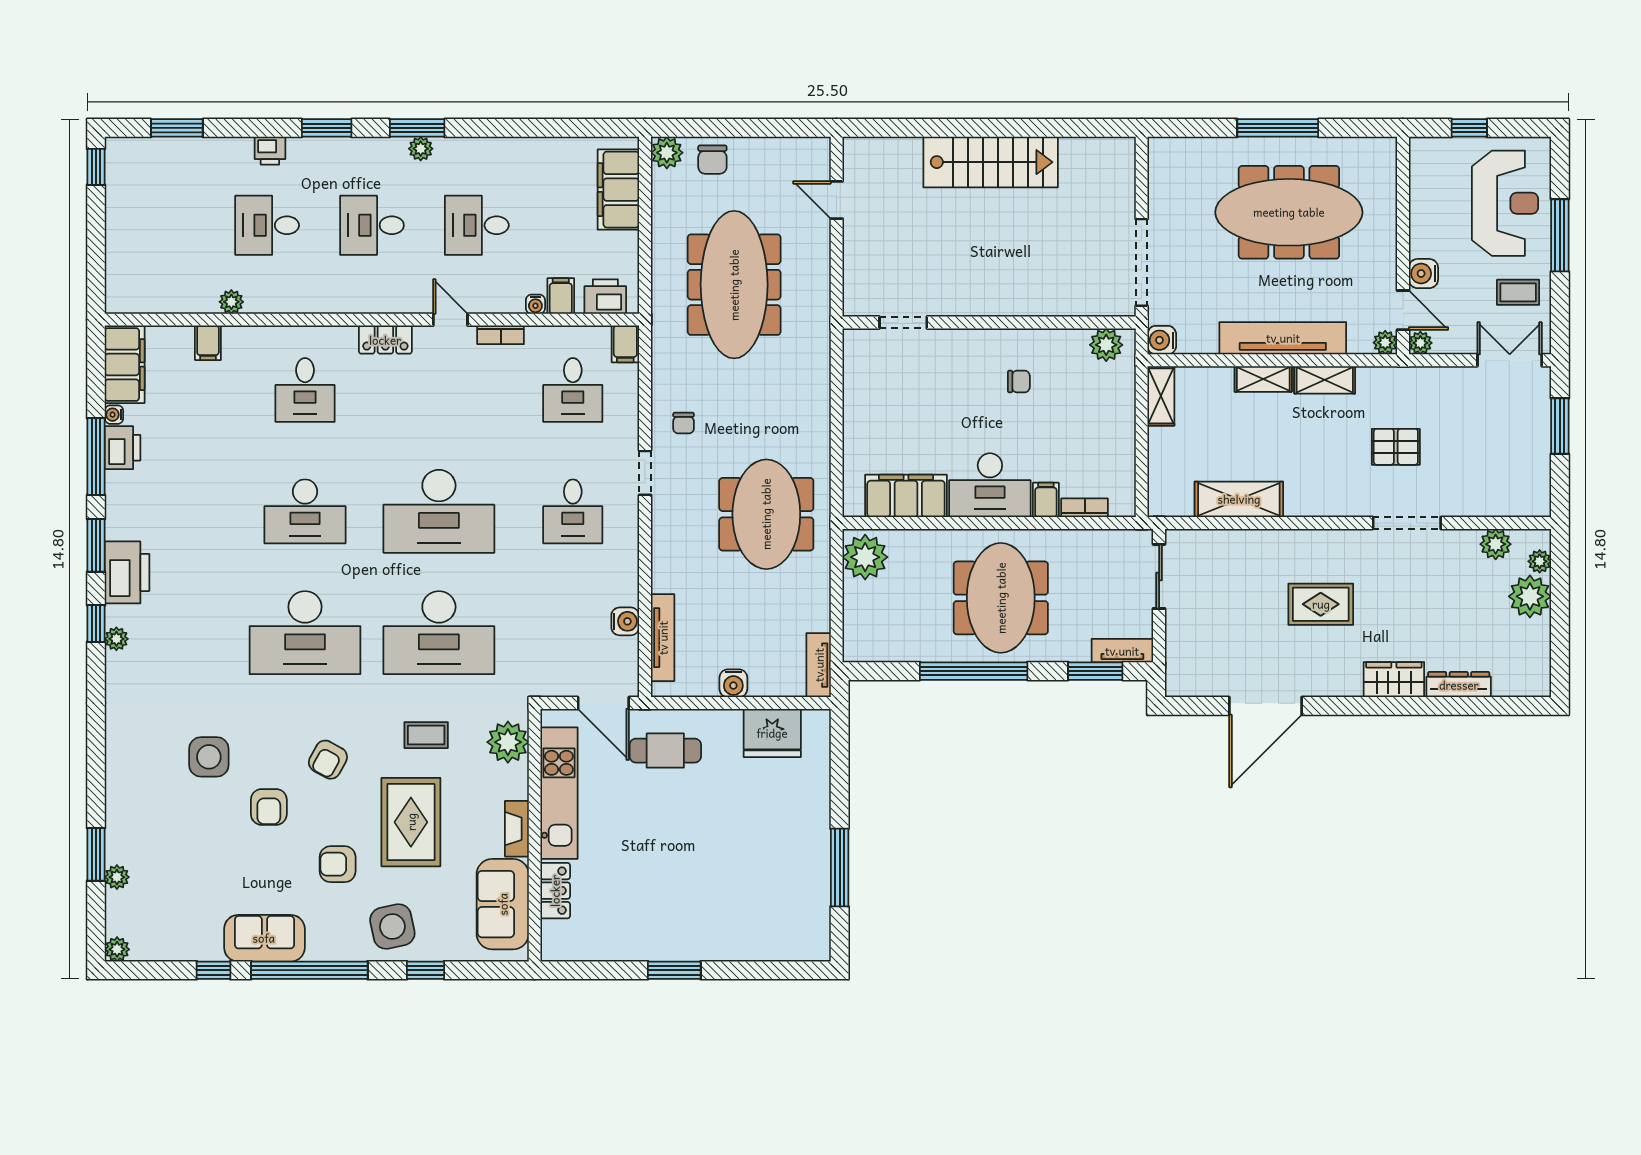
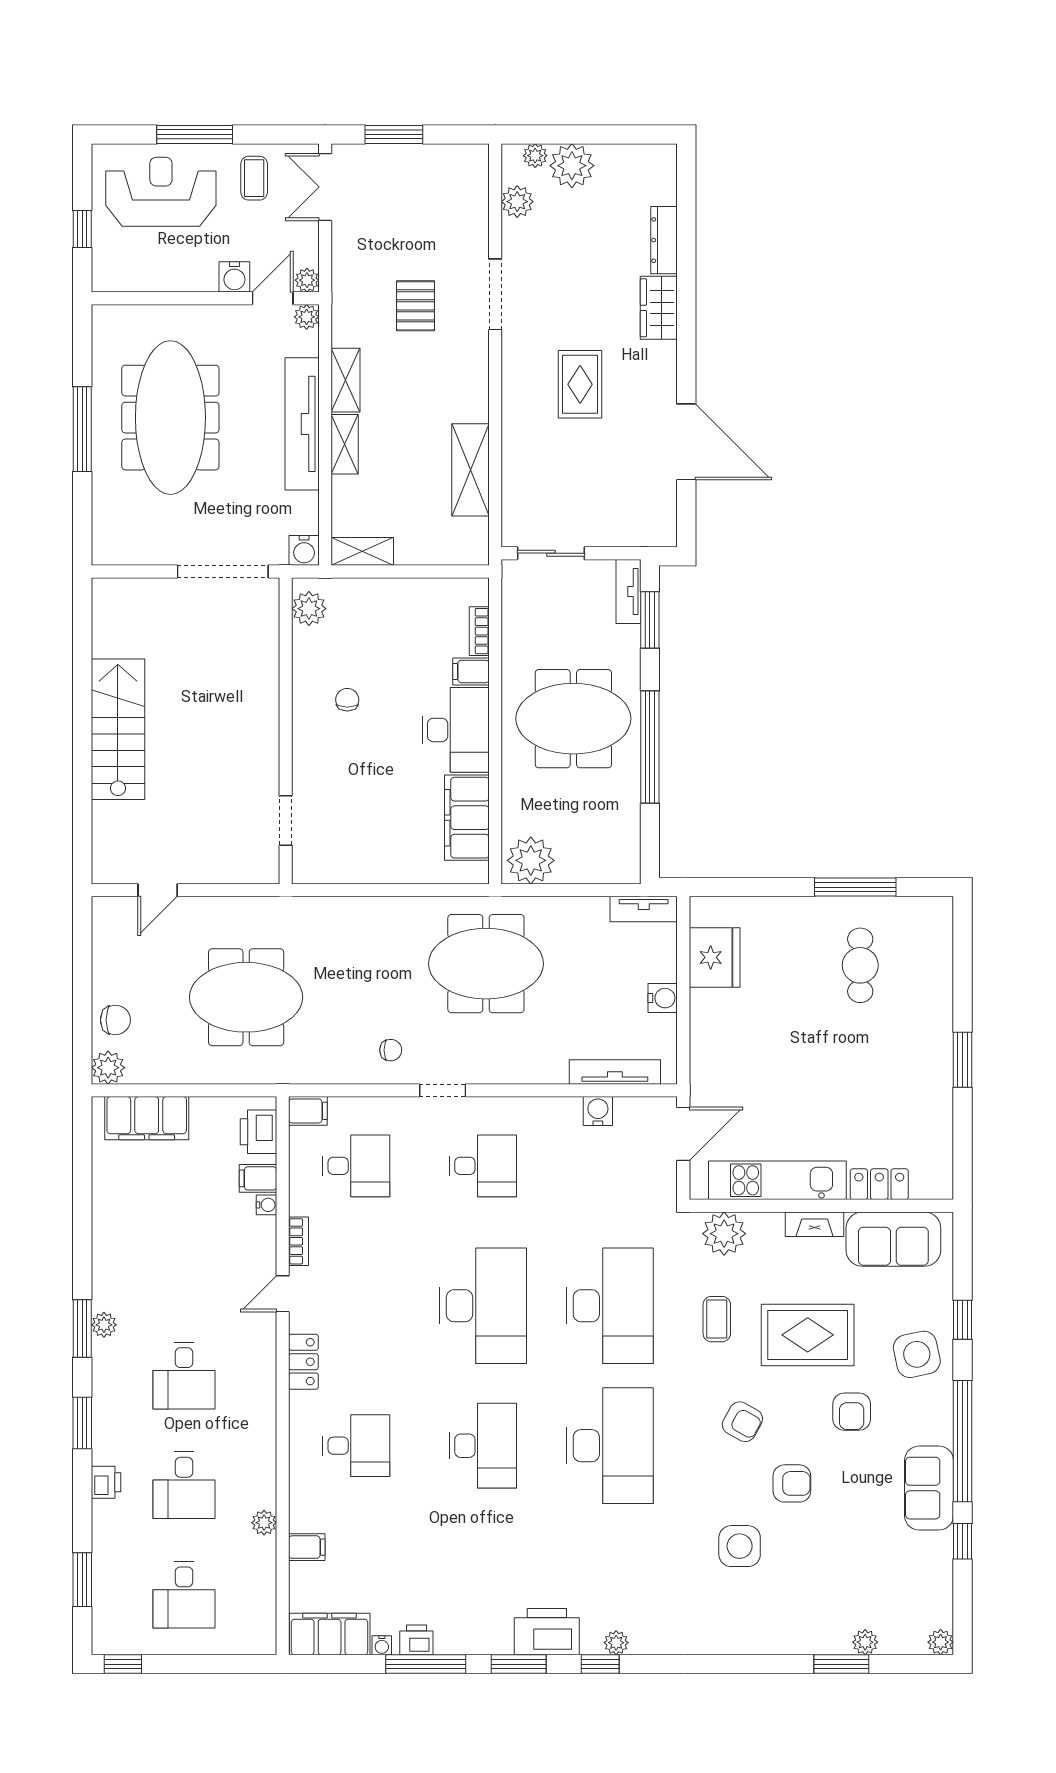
desk: (477, 225) -> (184, 1595), moved
meeting table: (734, 285) -> (246, 997), width x0.73
printer: (123, 448) -> (416, 1640), width x0.73, depth x0.81
cafe table: (665, 751) -> (860, 965), moved

